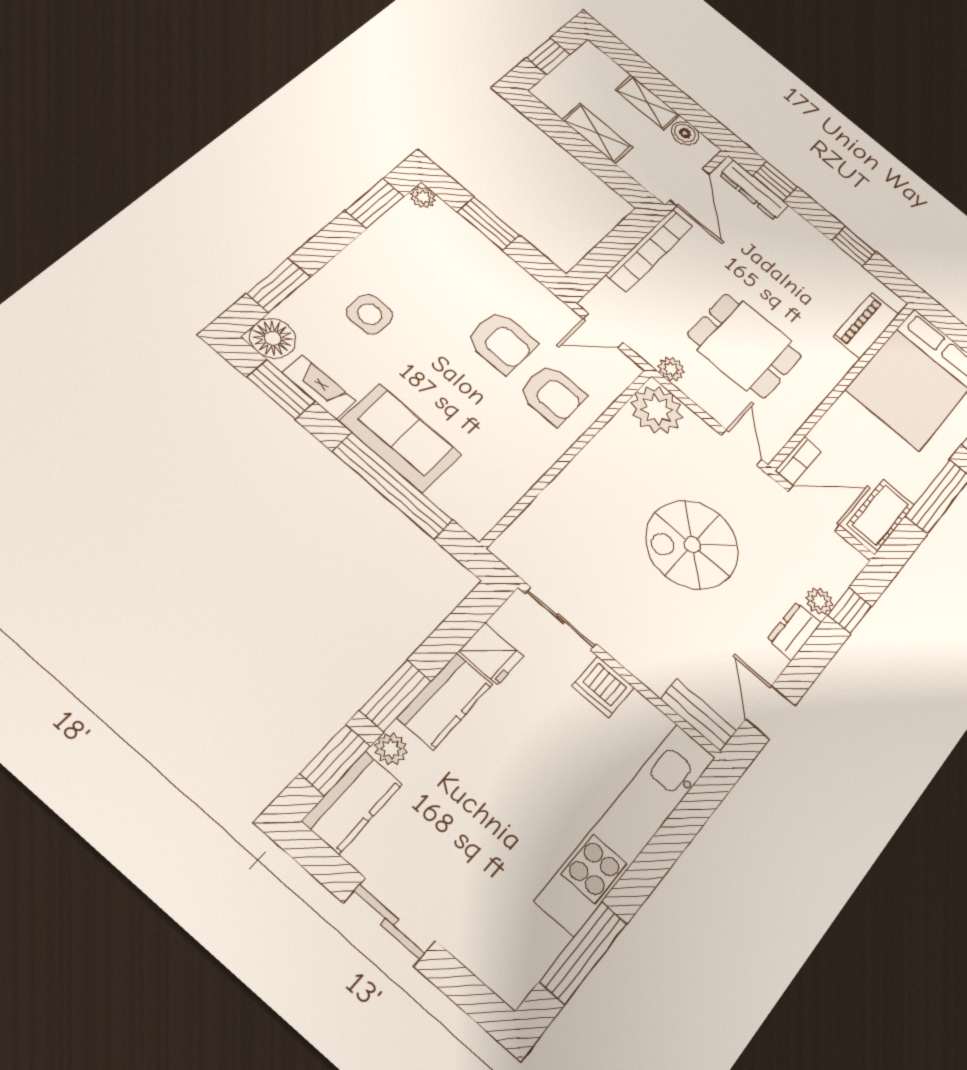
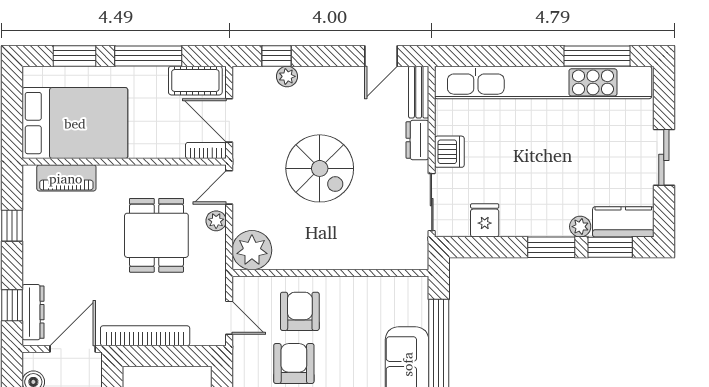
plant: (671, 369) -> (216, 221), moved
dresser: (794, 631) -> (417, 140), moved, turned 90
kitchen counter: (445, 701) -> (532, 222), removed
kitchen unit: (627, 827) -> (543, 82), width x1.36

